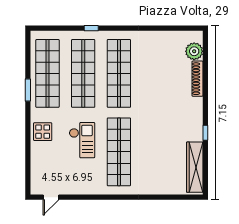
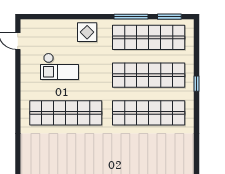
window: (28, 54) -> (169, 17), added
window: (28, 90) -> (131, 17), width x1.44
checkout: (82, 140) -> (59, 66), moved

